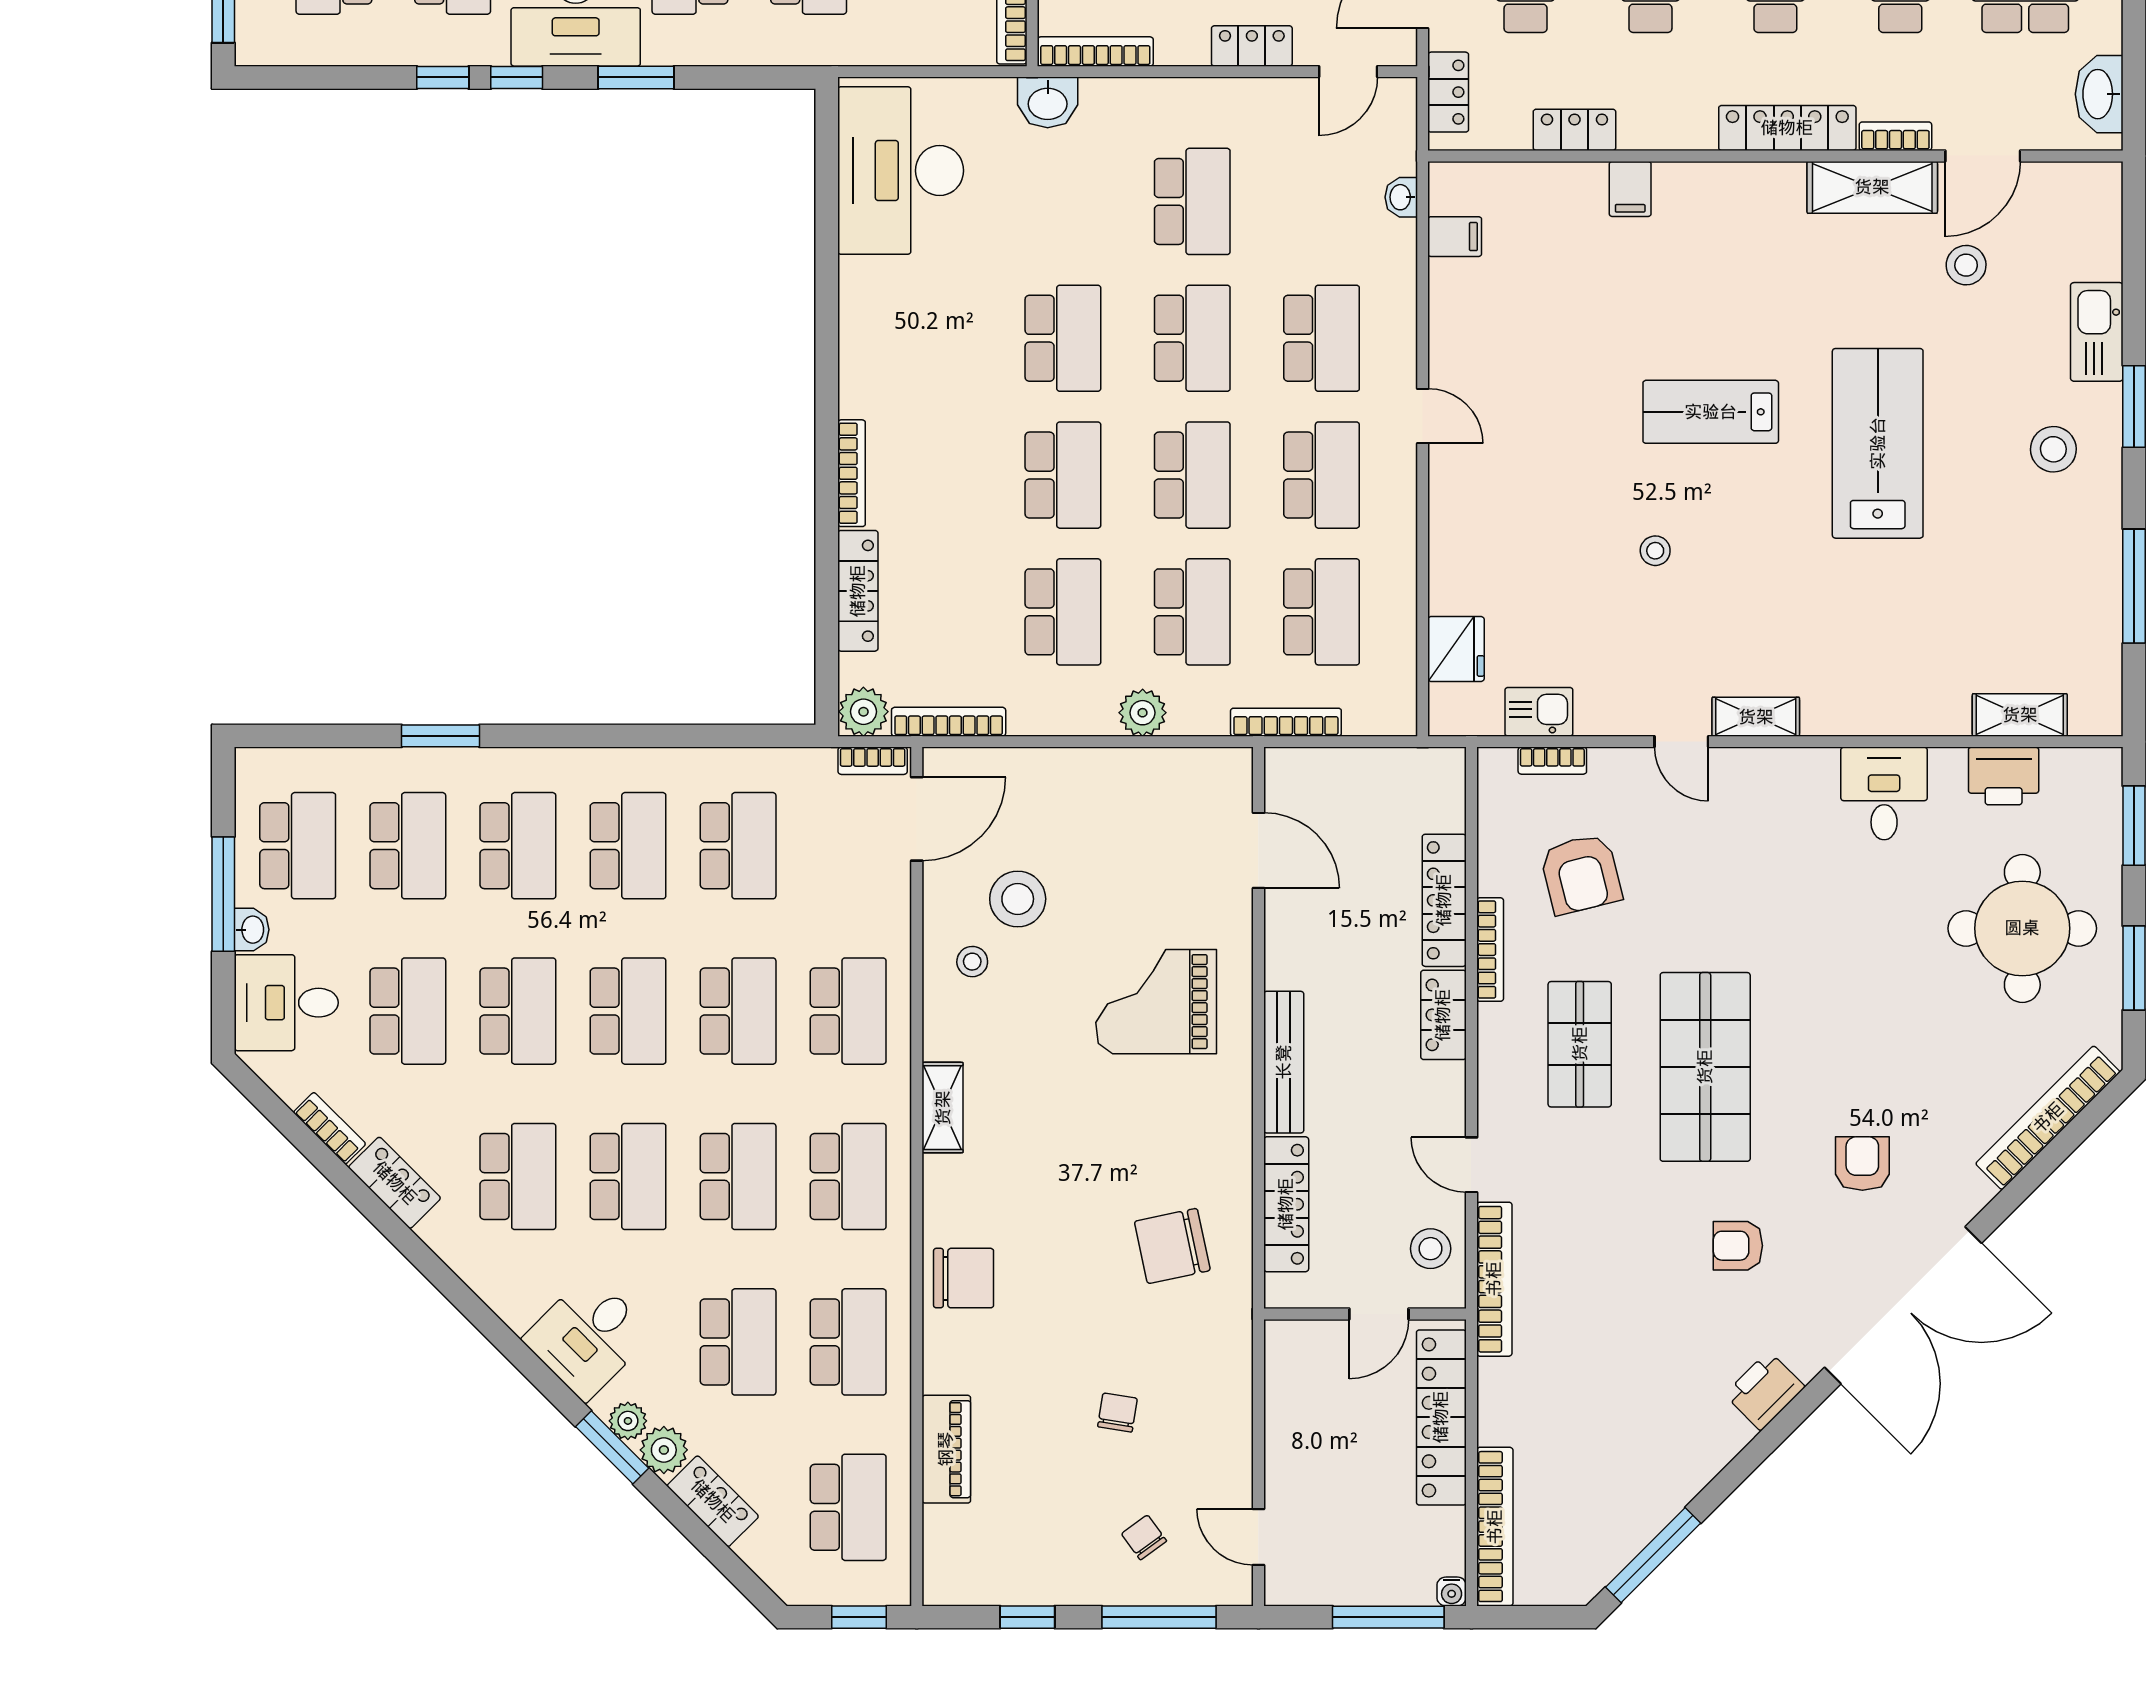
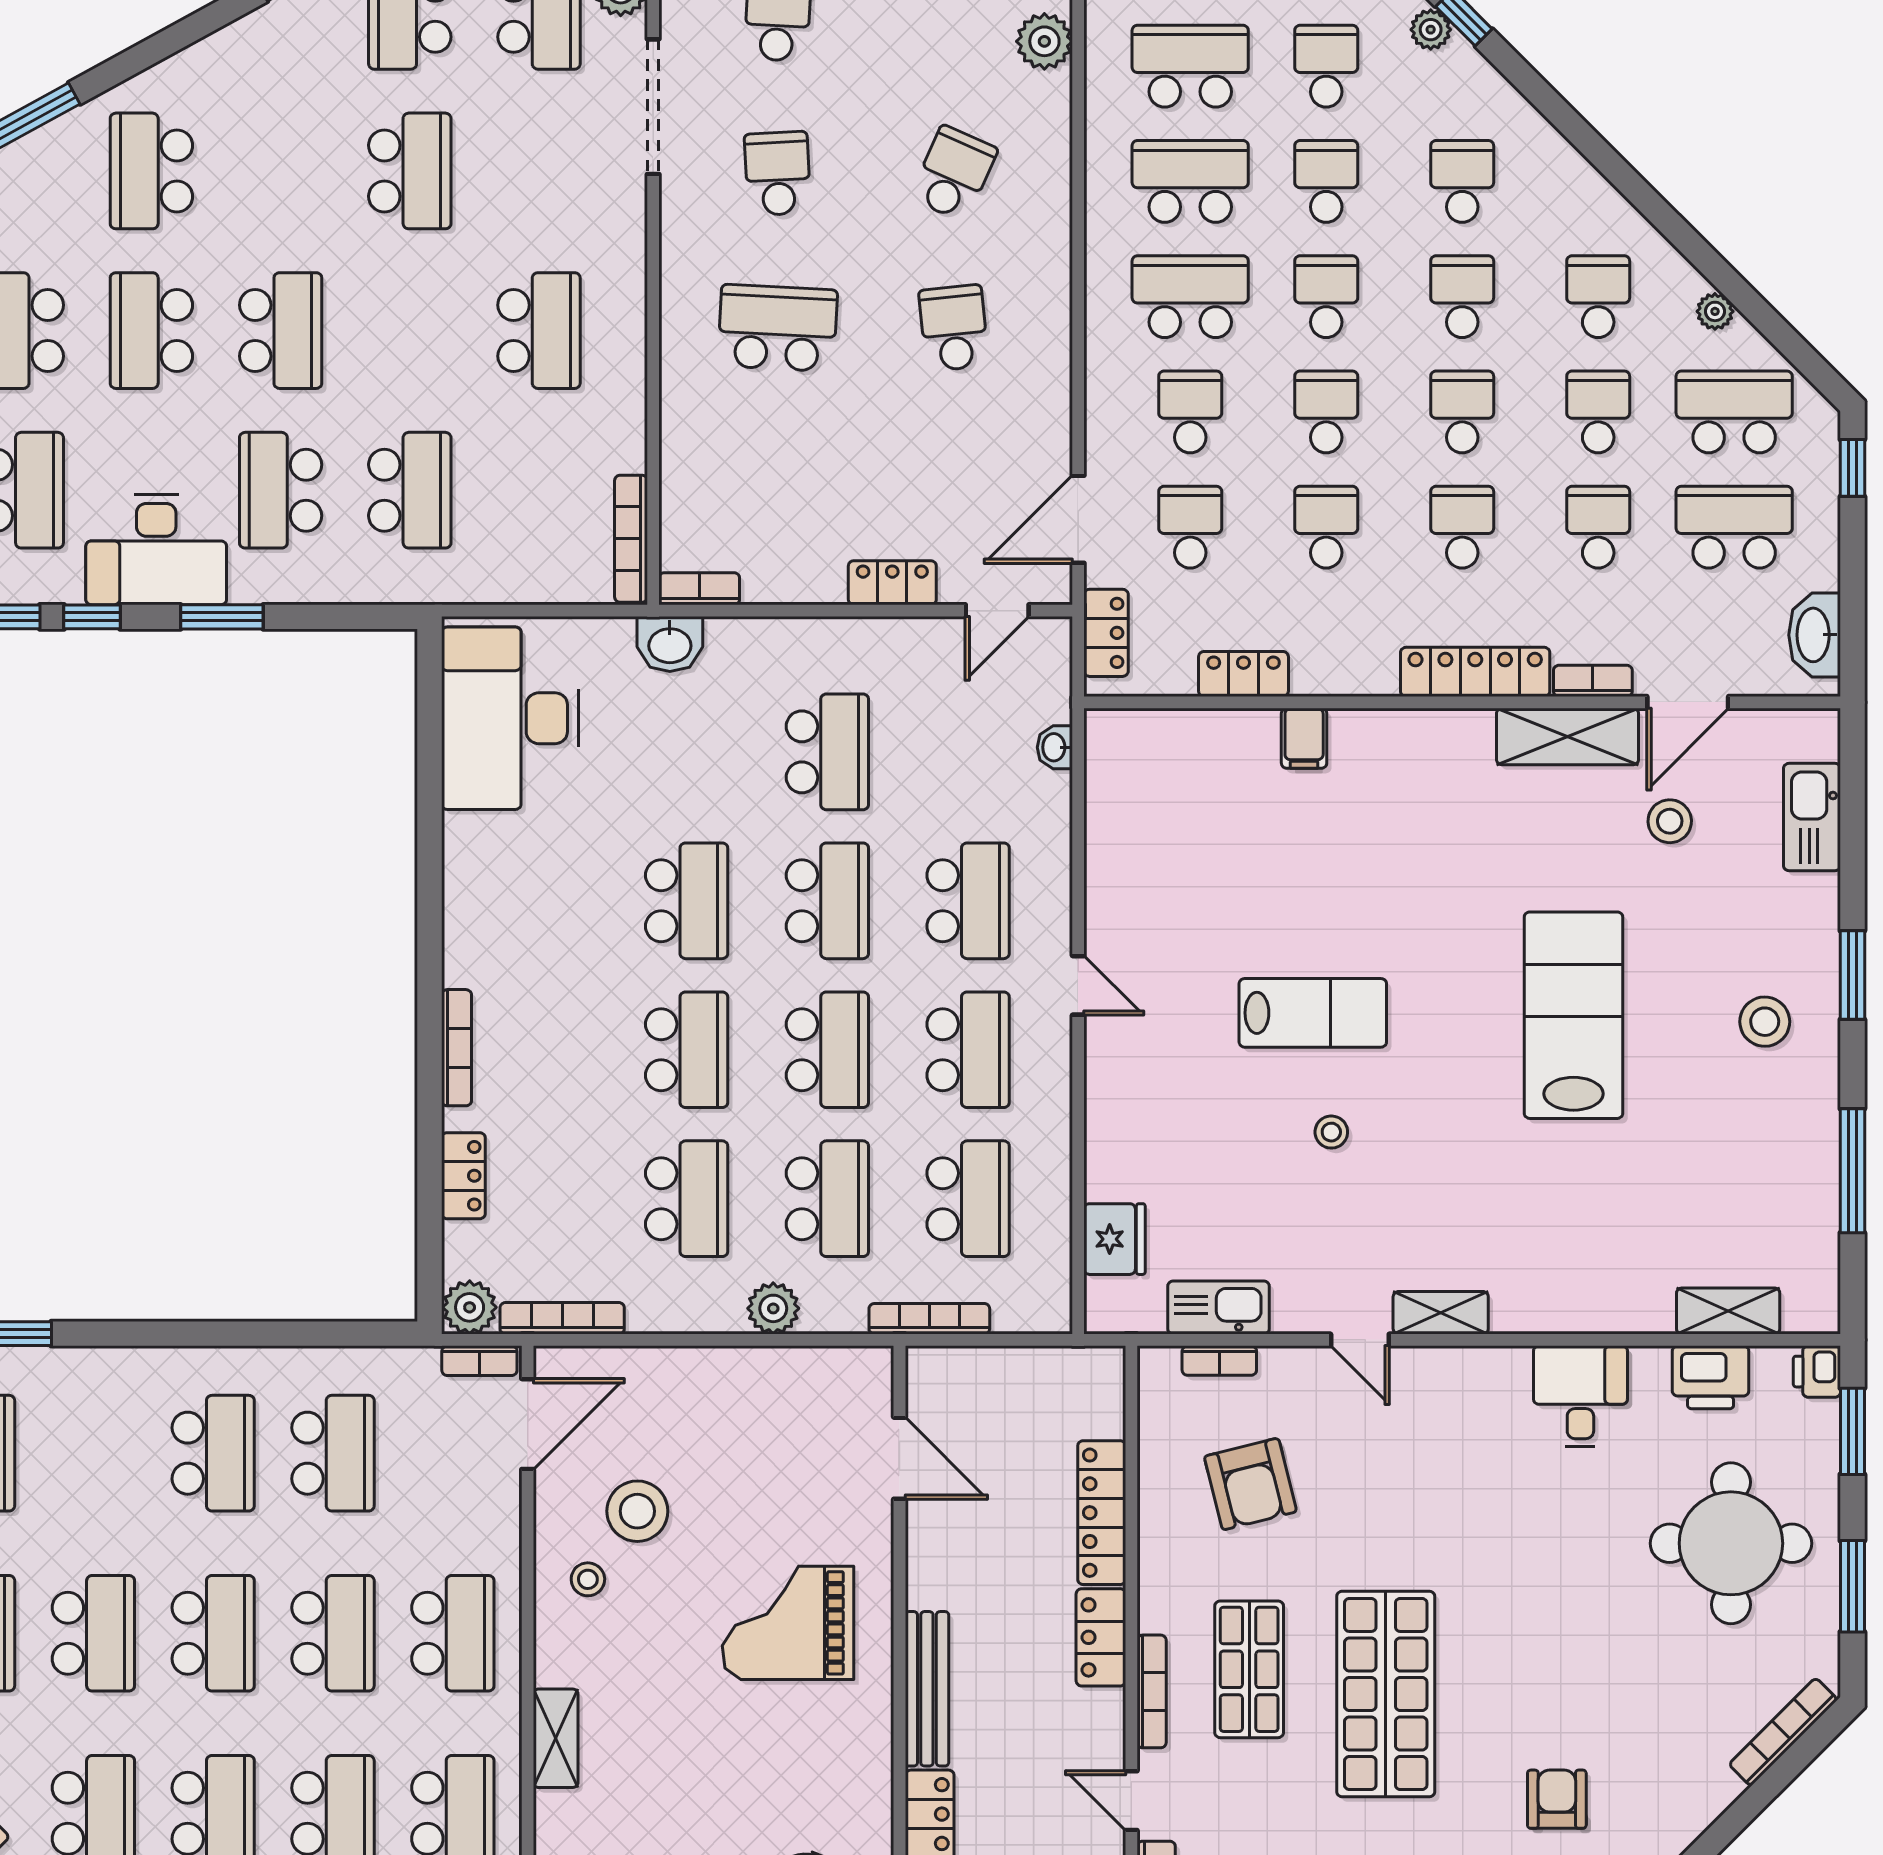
bookcase: (1095, 52) -> (699, 589), width x0.64
filing cabinet: (1455, 237) -> (1113, 790), removed
kitchen sink: (2097, 332) -> (1812, 817), moved
lab bench: (1711, 412) -> (1313, 1013), moved, turned 180
locker: (858, 591) -> (463, 1176), width x0.66
kitchen sink: (1539, 712) -> (1219, 1307), width x1.38
printer: (2101, 771) -> (1817, 1372), added
school desk: (518, 846) -> (93, 1453), removed
bookcase: (1490, 950) -> (1152, 1691), moved
bookcase: (2048, 1118) -> (1783, 1732), width x0.68, depth x0.76

